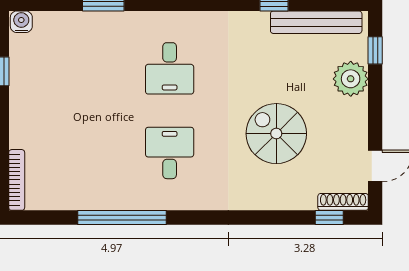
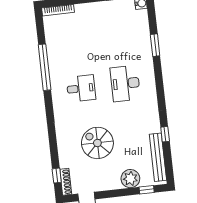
desk: (170, 68) -> (125, 83), width x1.37
spiral stairs: (276, 134) -> (97, 143), turned -90

